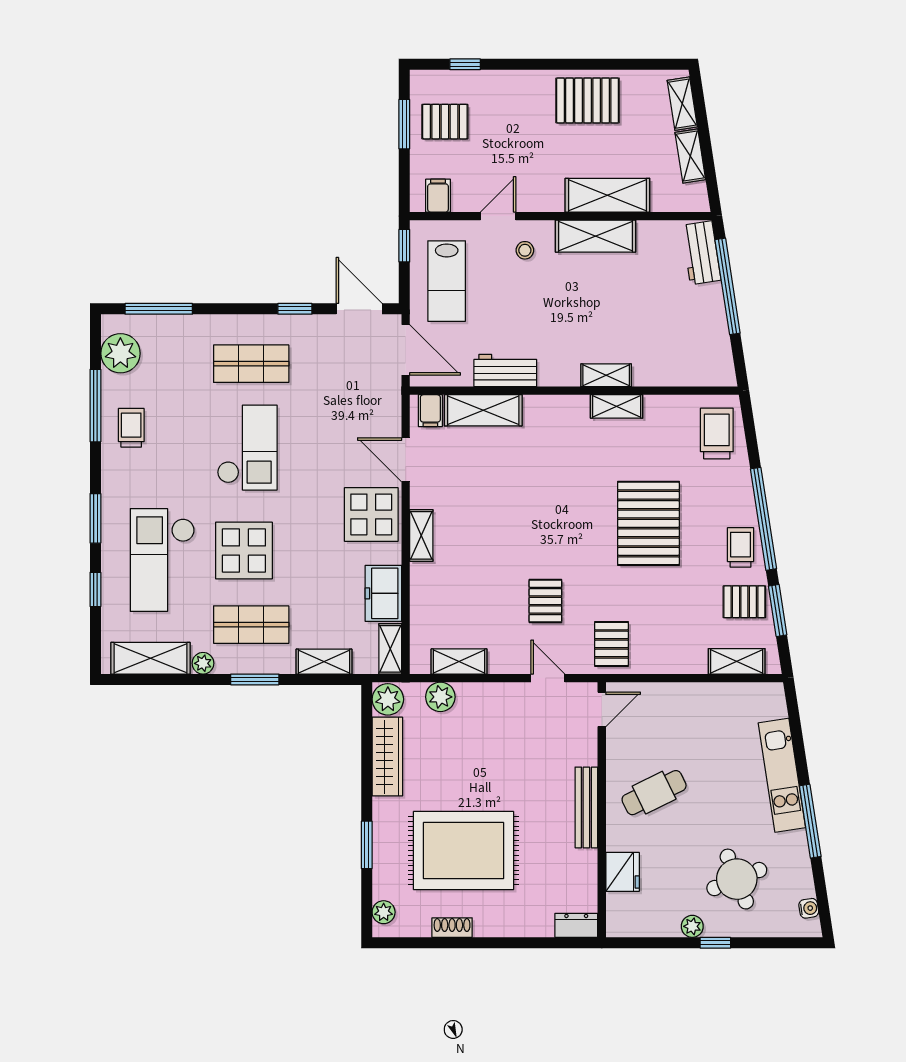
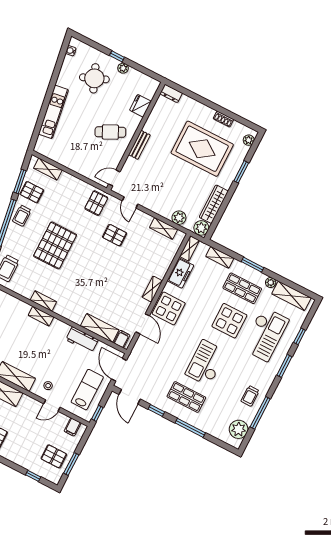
window: (159, 309) -> (190, 428), moved
pallet: (545, 601) -> (115, 235), turned 90
bench: (586, 807) -> (139, 145), width x0.73
window: (810, 821) -> (51, 87), removed

